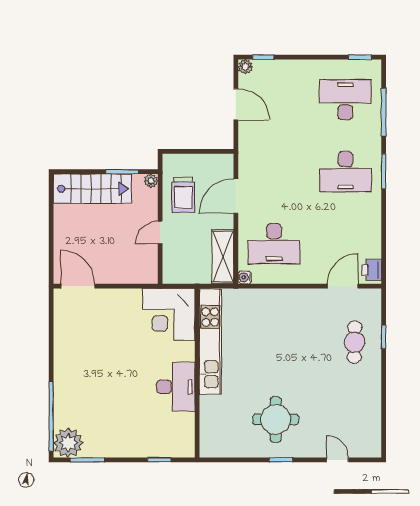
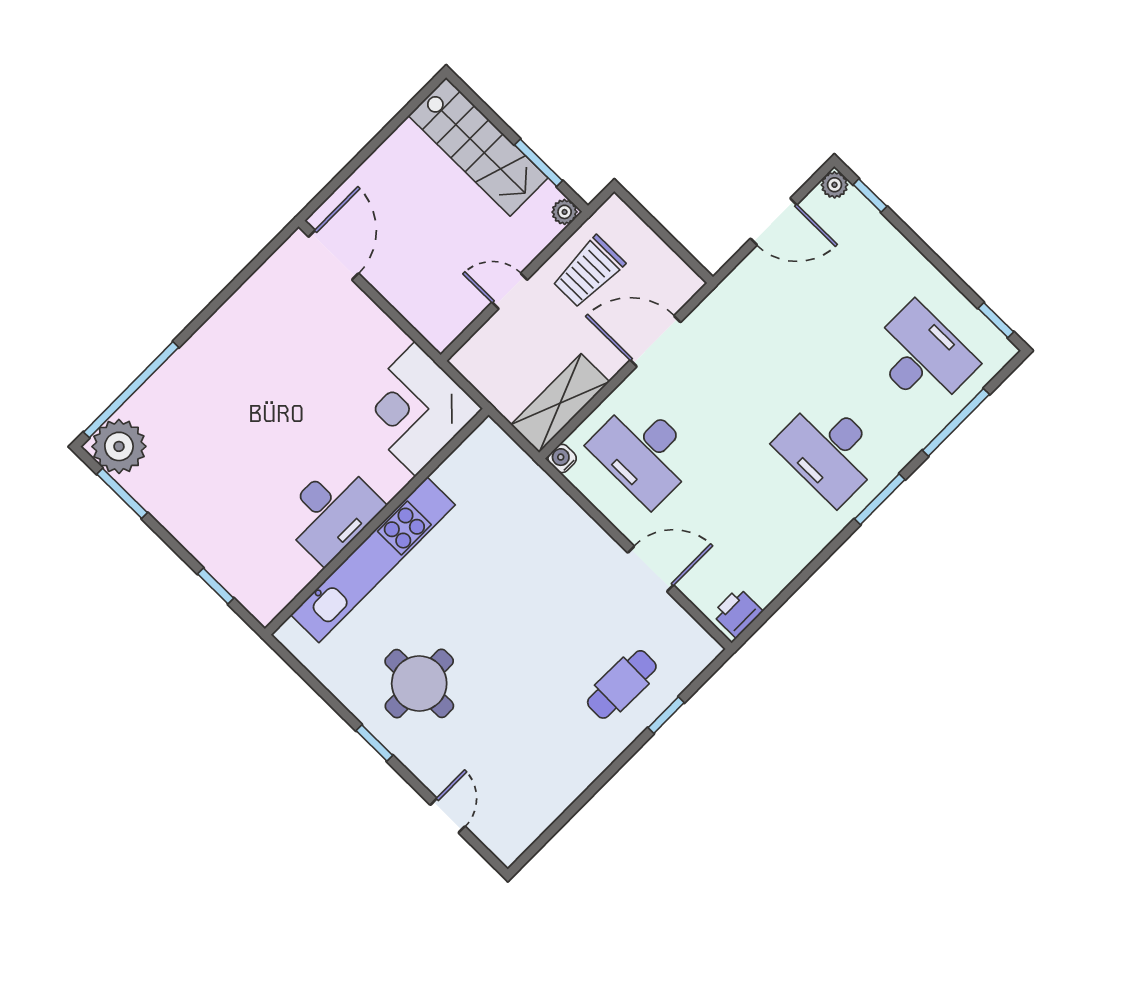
door: (236, 104) -> (774, 222), hinge flipped
door: (343, 286) -> (651, 569), moved
kitchen unit: (210, 341) -> (373, 560), moved

